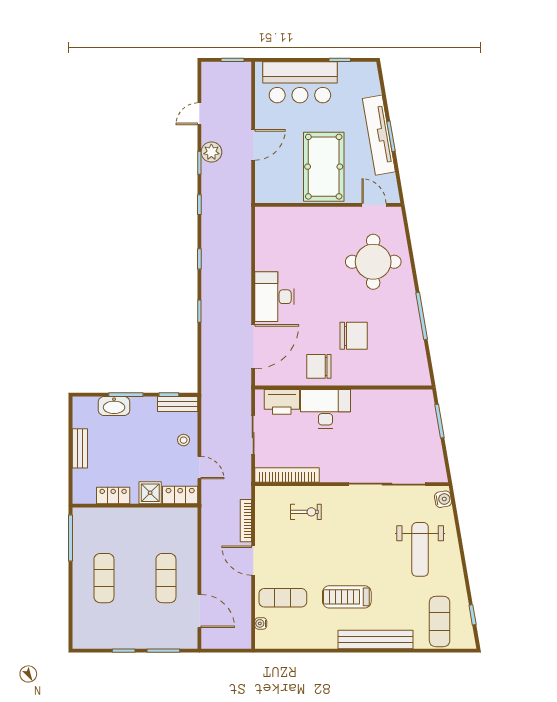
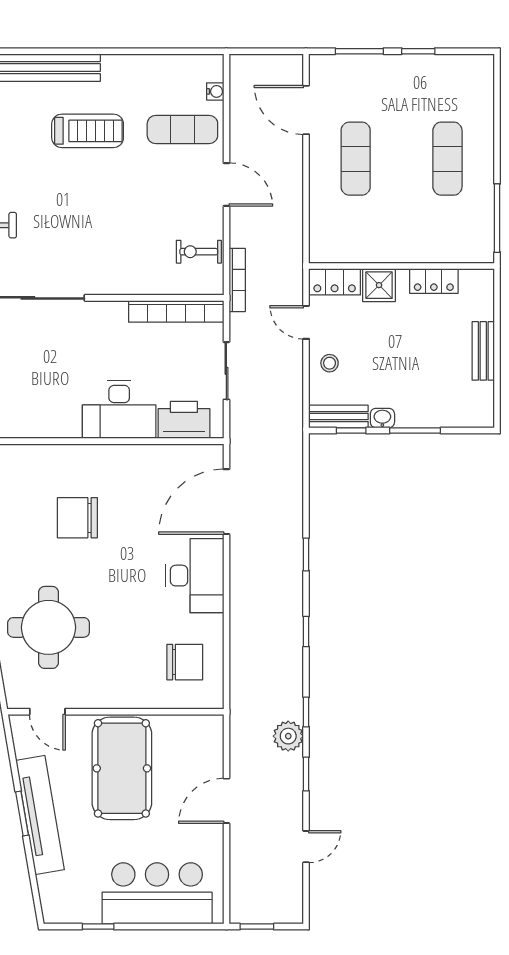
plant: (211, 152) -> (288, 736), moved
chair: (319, 366) -> (185, 662), moved
washbasin: (114, 406) -> (382, 418), moved, width x0.52, depth x0.69
exercise bike: (306, 512) -> (199, 252), moved
bookcase: (246, 521) -> (237, 280), moved

